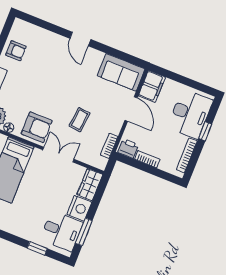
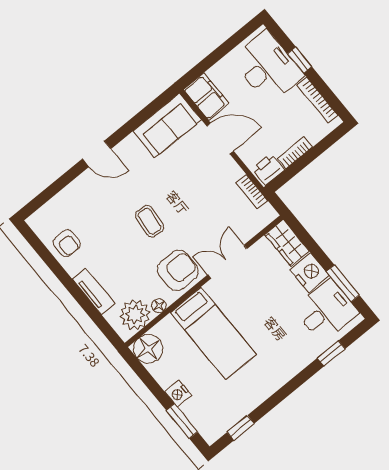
armchair: (16, 51) -> (67, 243), turned 90
coffee table: (80, 120) -> (150, 221), moved

